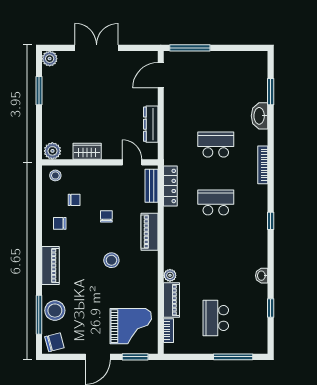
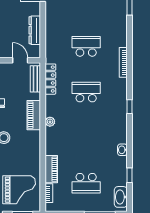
washbasin: (260, 116) -> (121, 197), moved
plant: (170, 275) -> (50, 122), moved
school desk: (216, 318) -> (86, 183), turned -90

